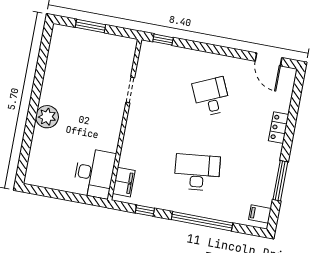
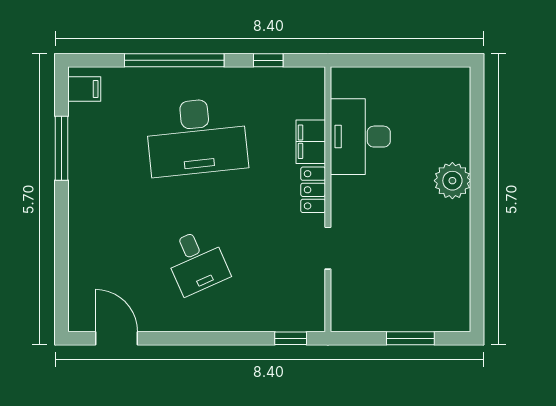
locker: (279, 128) -> (313, 190), moved, turned 180
desk: (197, 172) -> (197, 137), width x1.36, depth x1.30
desk: (94, 173) -> (360, 137), moved
filing cabinet: (124, 182) -> (311, 142), moved

